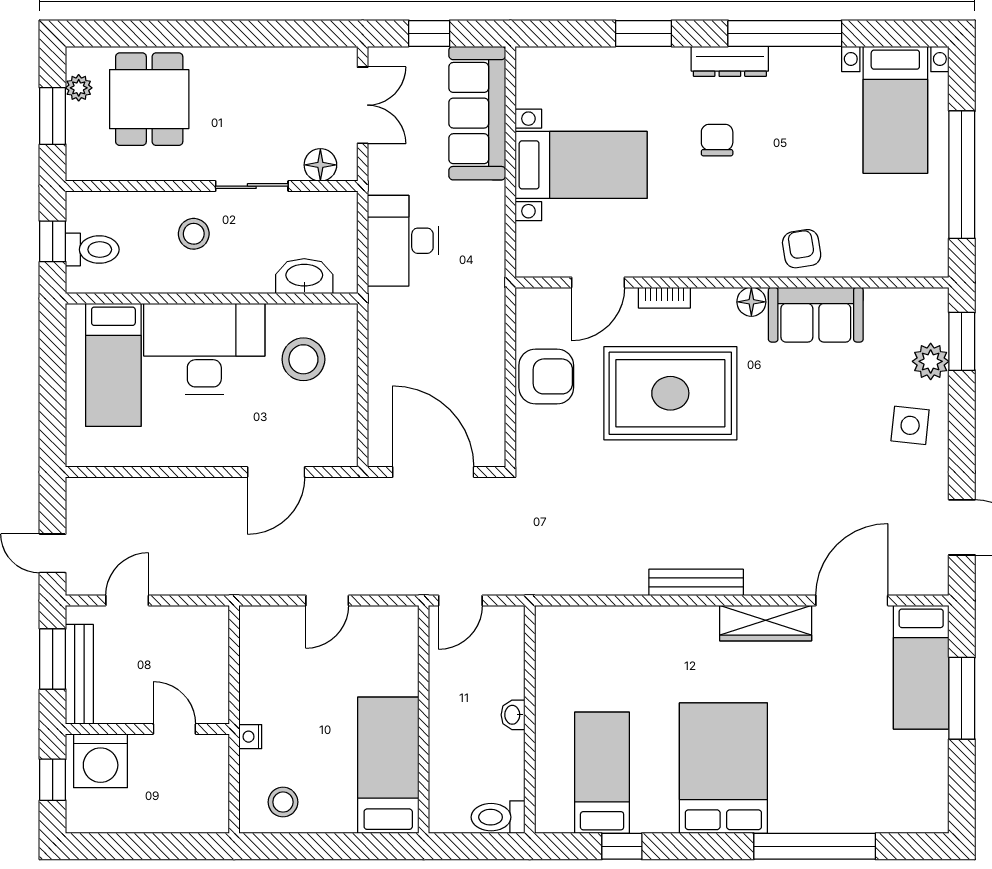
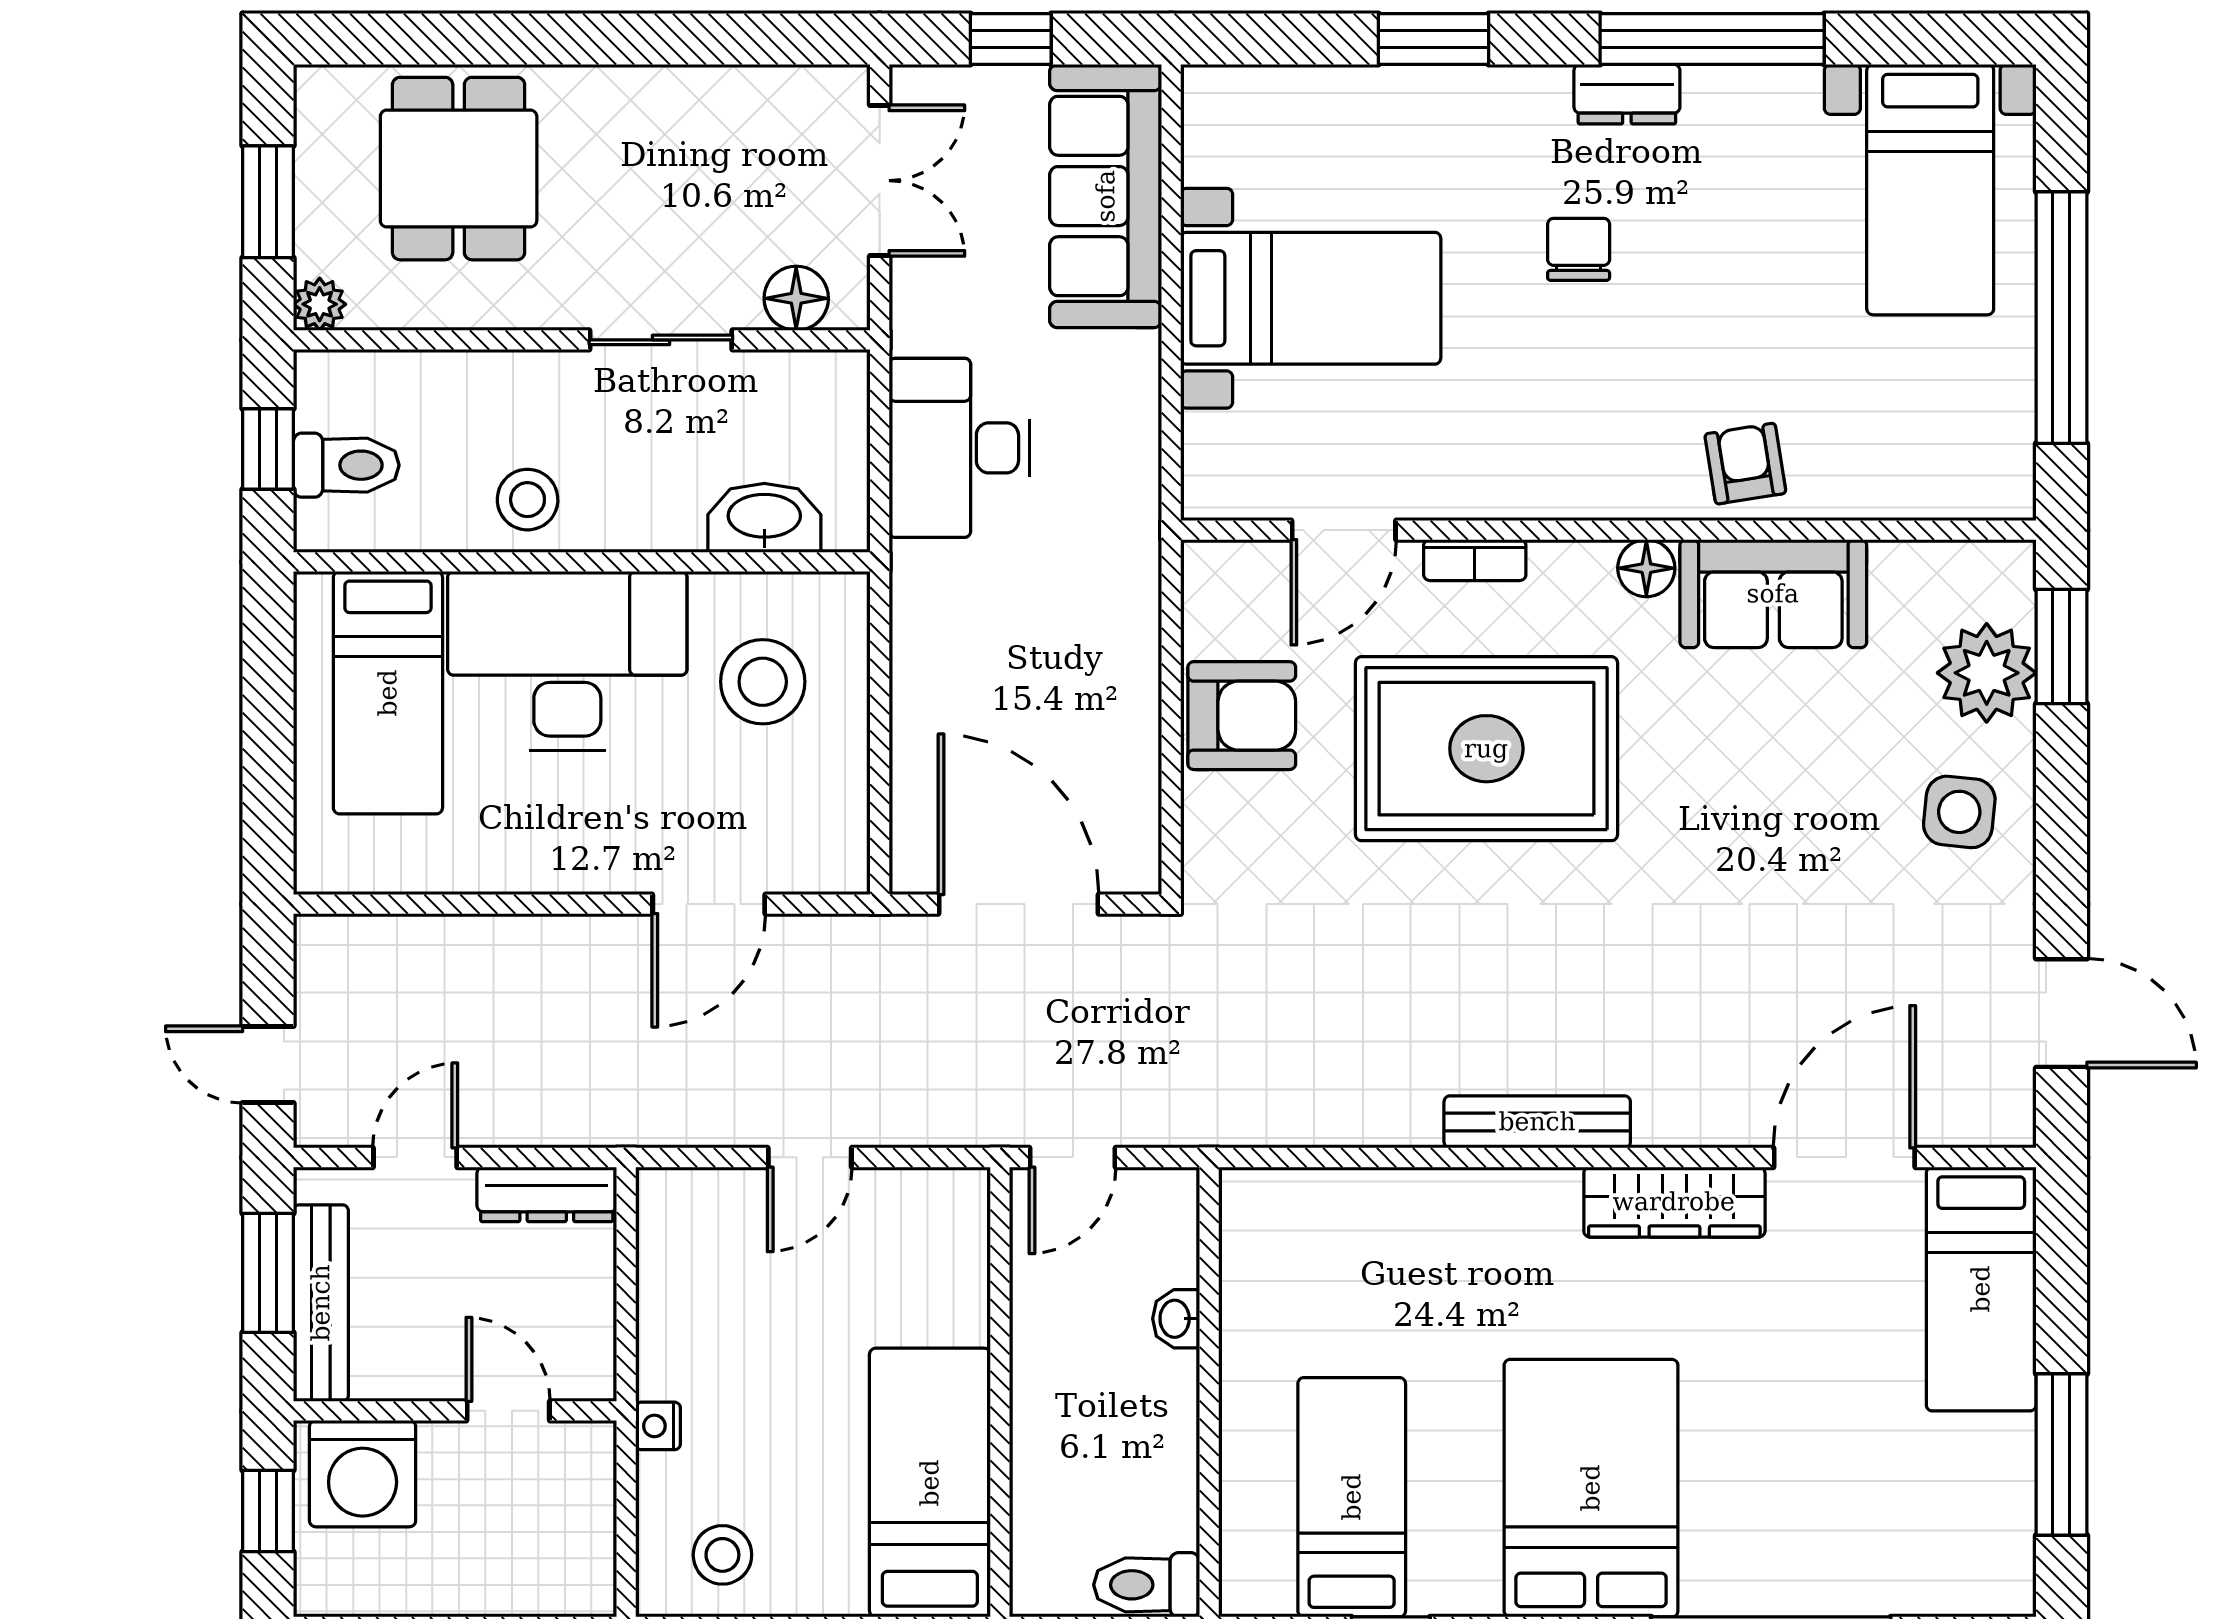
dresser: (730, 61) -> (1627, 94), width x0.70
plant: (79, 88) -> (320, 304), moved
stool: (194, 234) -> (528, 500), moved
plant: (931, 361) -> (1987, 673), width x1.36, depth x1.36
dresser: (194, 619) -> (547, 1194), added
window: (962, 698) -> (2061, 1454), moved
washbasin: (513, 715) -> (1176, 1319), moved

